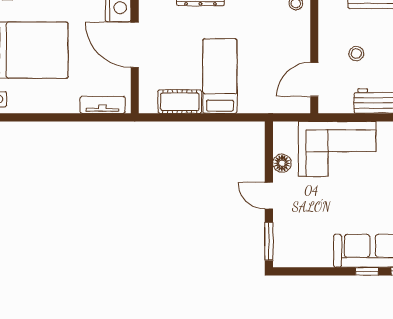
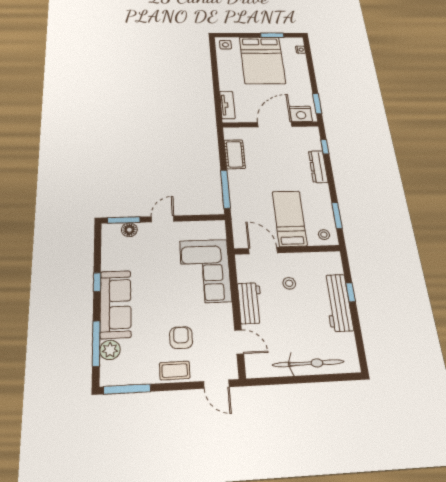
bed: (220, 76) -> (289, 218), moved, turned -90
window: (230, 117) -> (225, 189), added
floor lamp: (282, 163) -> (129, 230), moved
window: (367, 271) -> (97, 282), moved

